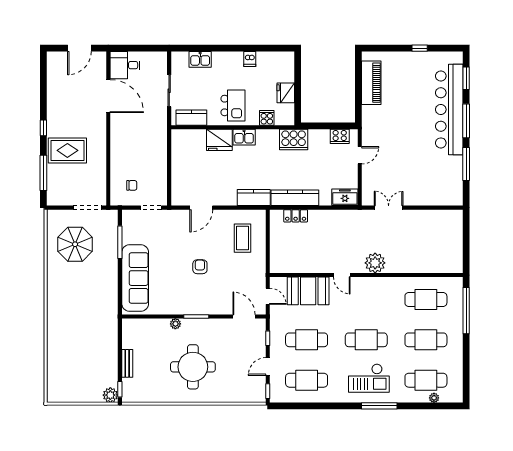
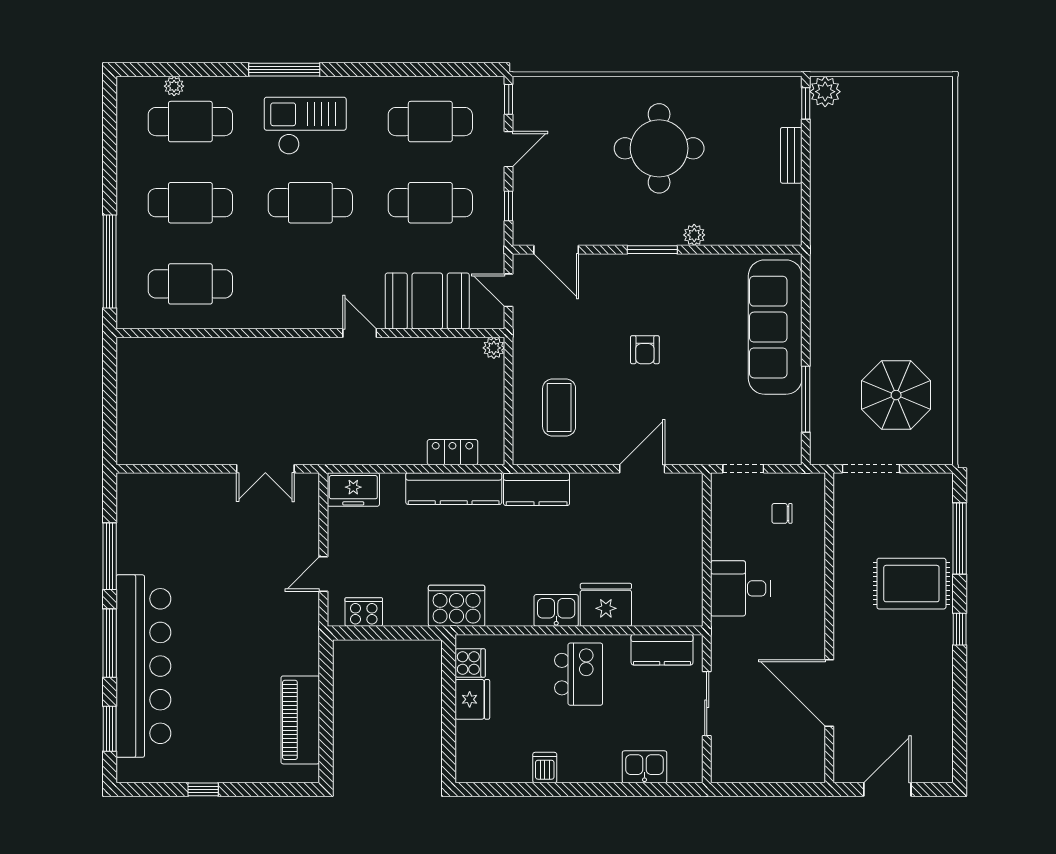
desk: (125, 65) -> (741, 588), moved, turned 180
kitchen island: (233, 105) -> (579, 674), turned 180
cooker: (267, 118) -> (470, 663), moved, turned -90
plant: (375, 263) -> (494, 348), moved, width x0.53, depth x0.53

